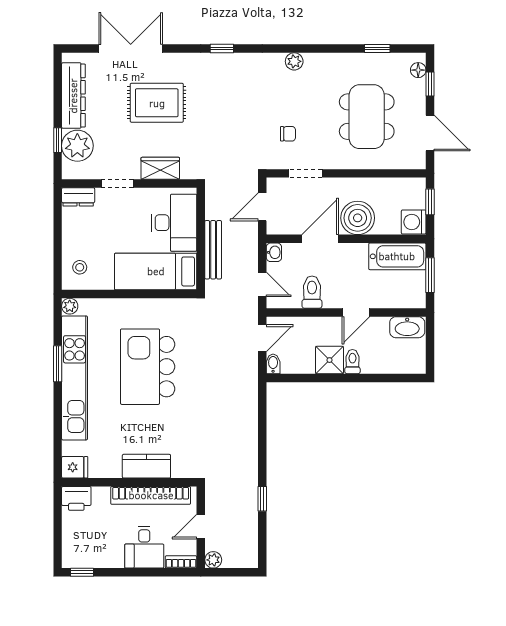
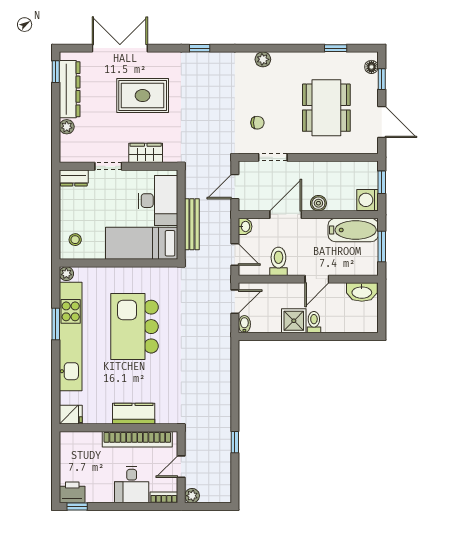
window: (58, 140) -> (56, 72), moved
plant: (77, 146) -> (67, 127), width x0.53, depth x0.53
boiler: (358, 218) -> (318, 203), width x0.54, depth x0.54
printer: (76, 498) -> (72, 492), moved, turned 180

